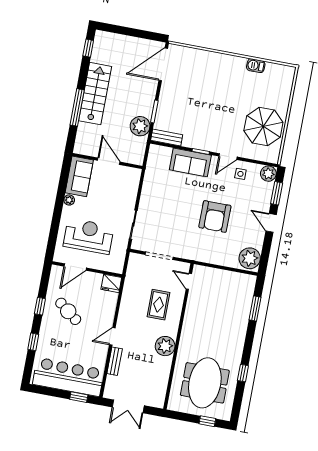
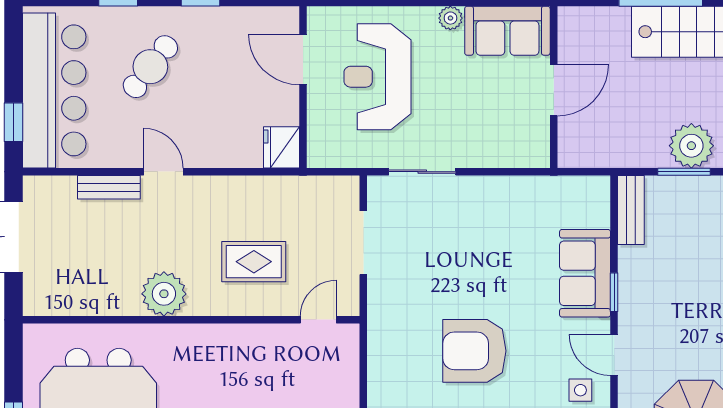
plant: (140, 126) -> (691, 146), moved
reception desk: (89, 236) -> (378, 77), turned 180
cafe table: (68, 311) -> (150, 67), moved

